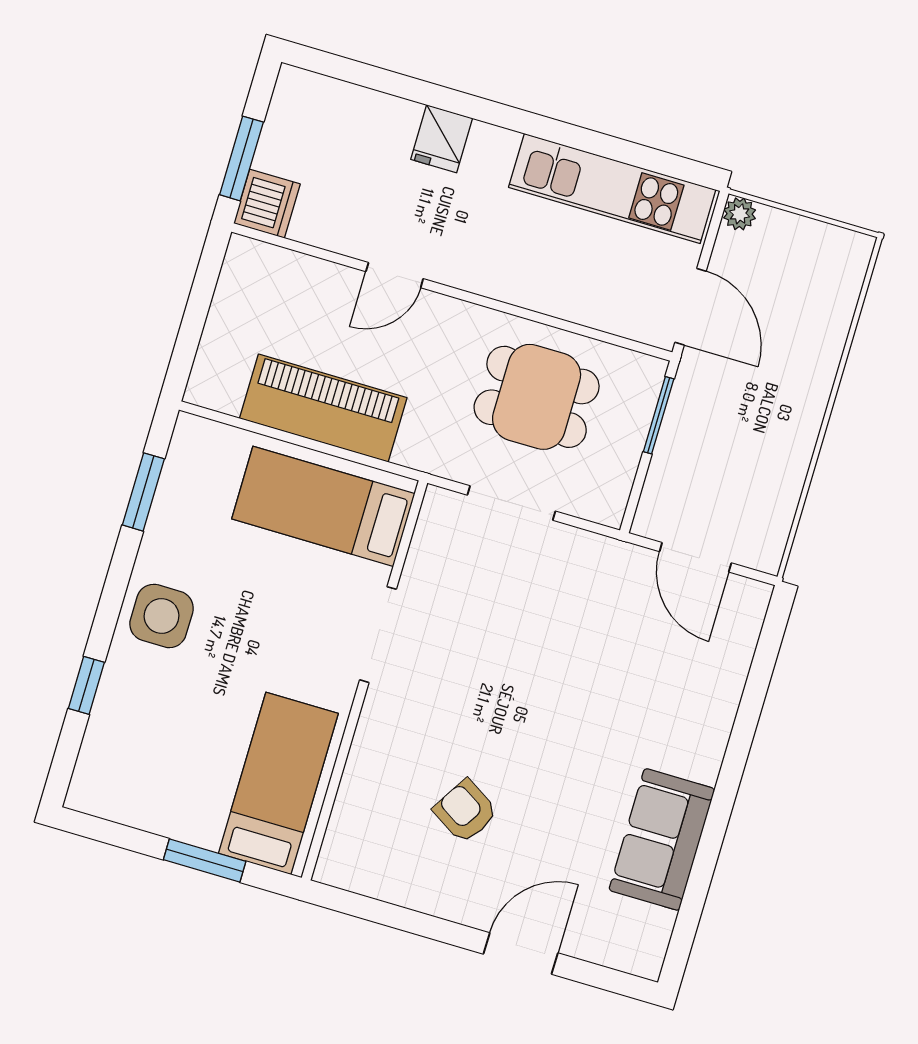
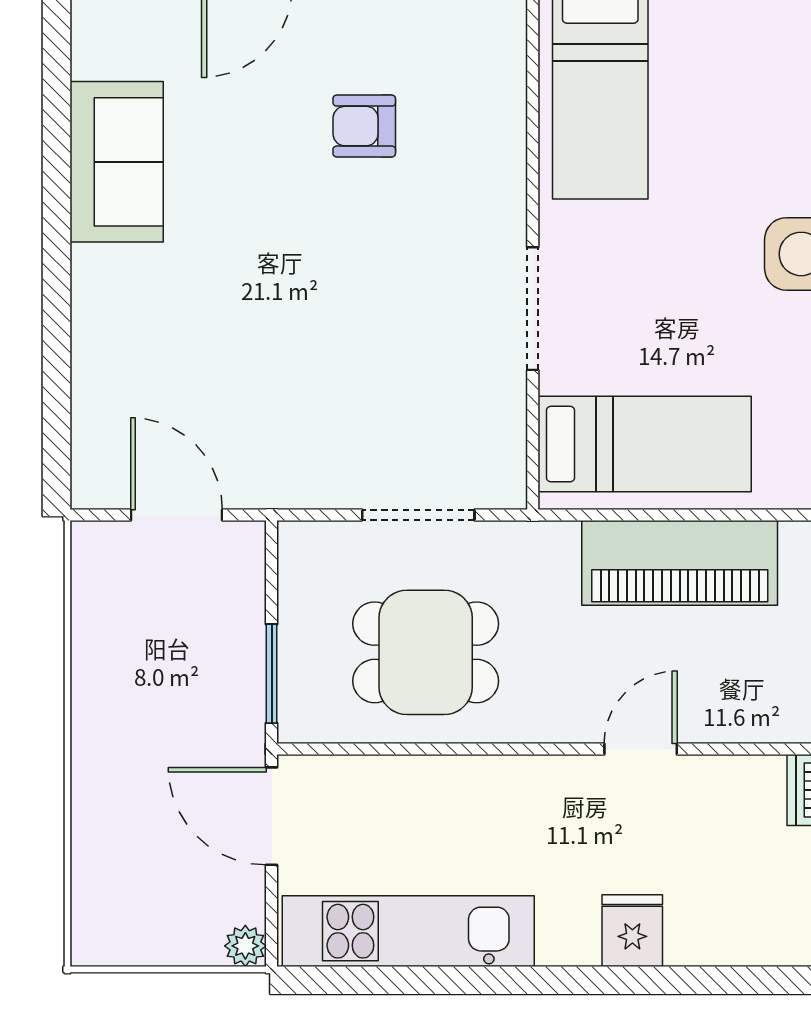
armchair: (465, 811) -> (364, 126), turned 148

